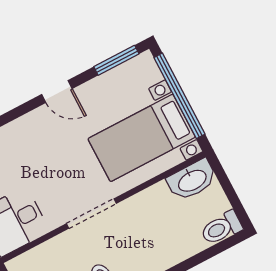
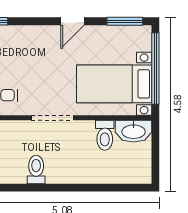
door: (57, 92) -> (73, 21), hinge flipped
toilet: (221, 228) -> (105, 135), moved, turned -90

